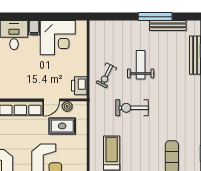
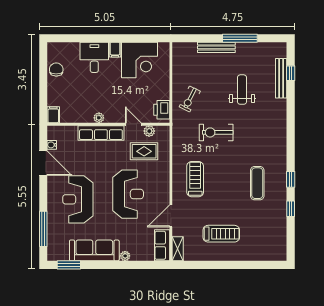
bench: (168, 25) -> (216, 47), moved
weight bench: (141, 65) -> (242, 90), moved
plant: (18, 94) -> (99, 118), added
door: (52, 100) -> (133, 124), swing flipped

